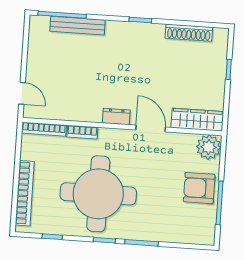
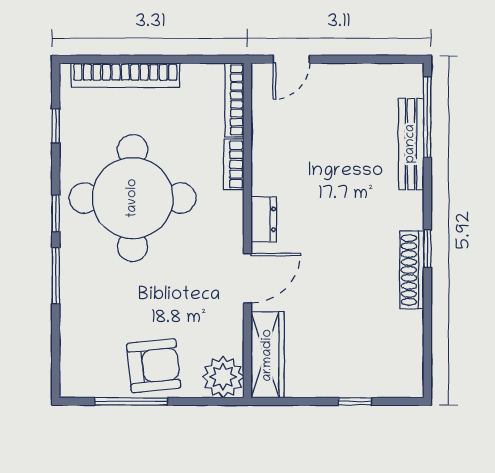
shoe rack: (189, 33) -> (412, 270), moved
armchair: (199, 188) -> (154, 366), turned 84

